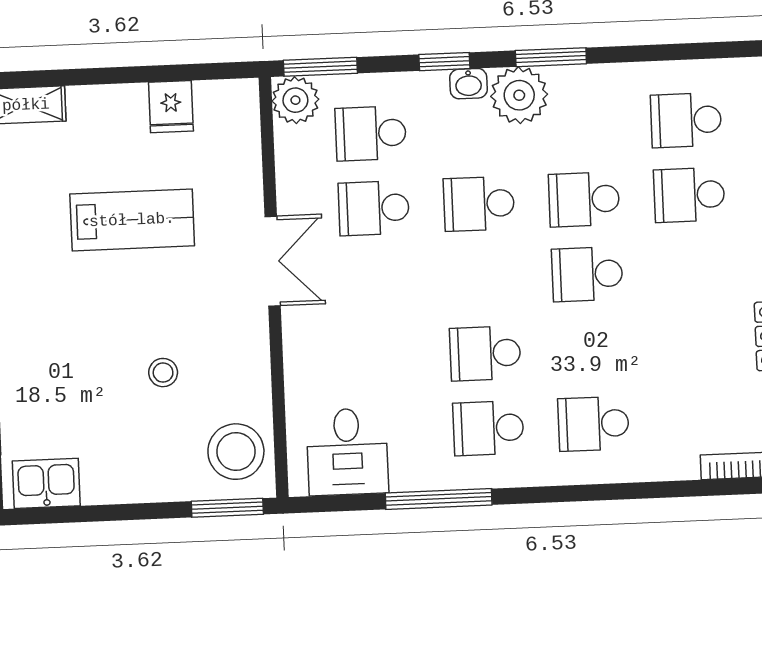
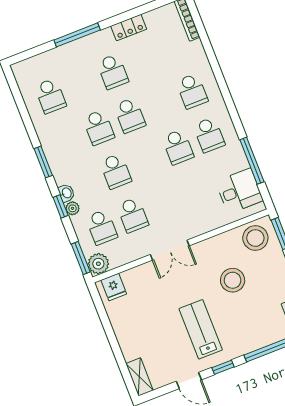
plant: (519, 95) -> (73, 208), moved, width x0.53, depth x0.53
fridge: (171, 107) -> (114, 287), moved, turned 90
school desk: (689, 195) -> (113, 72), moved
lab bench: (132, 220) -> (201, 329), moved
double door: (273, 261) -> (170, 250), swing flipped
stool: (163, 373) -> (233, 280), width x1.89, depth x1.89
window: (439, 499) -> (252, 161), moved

